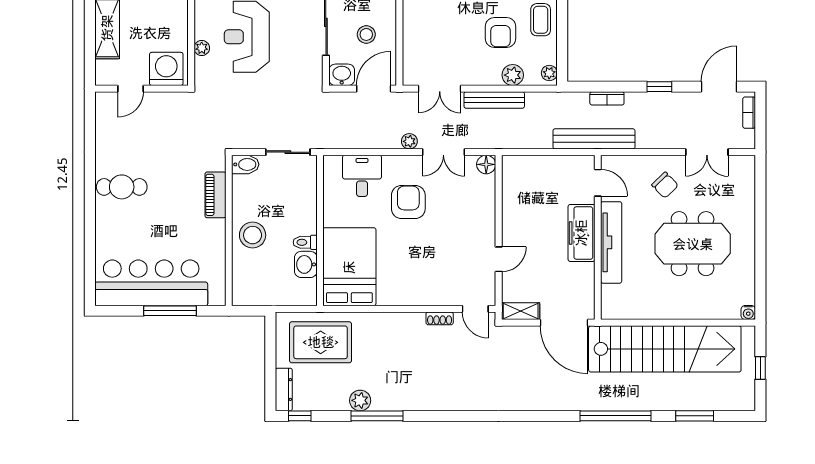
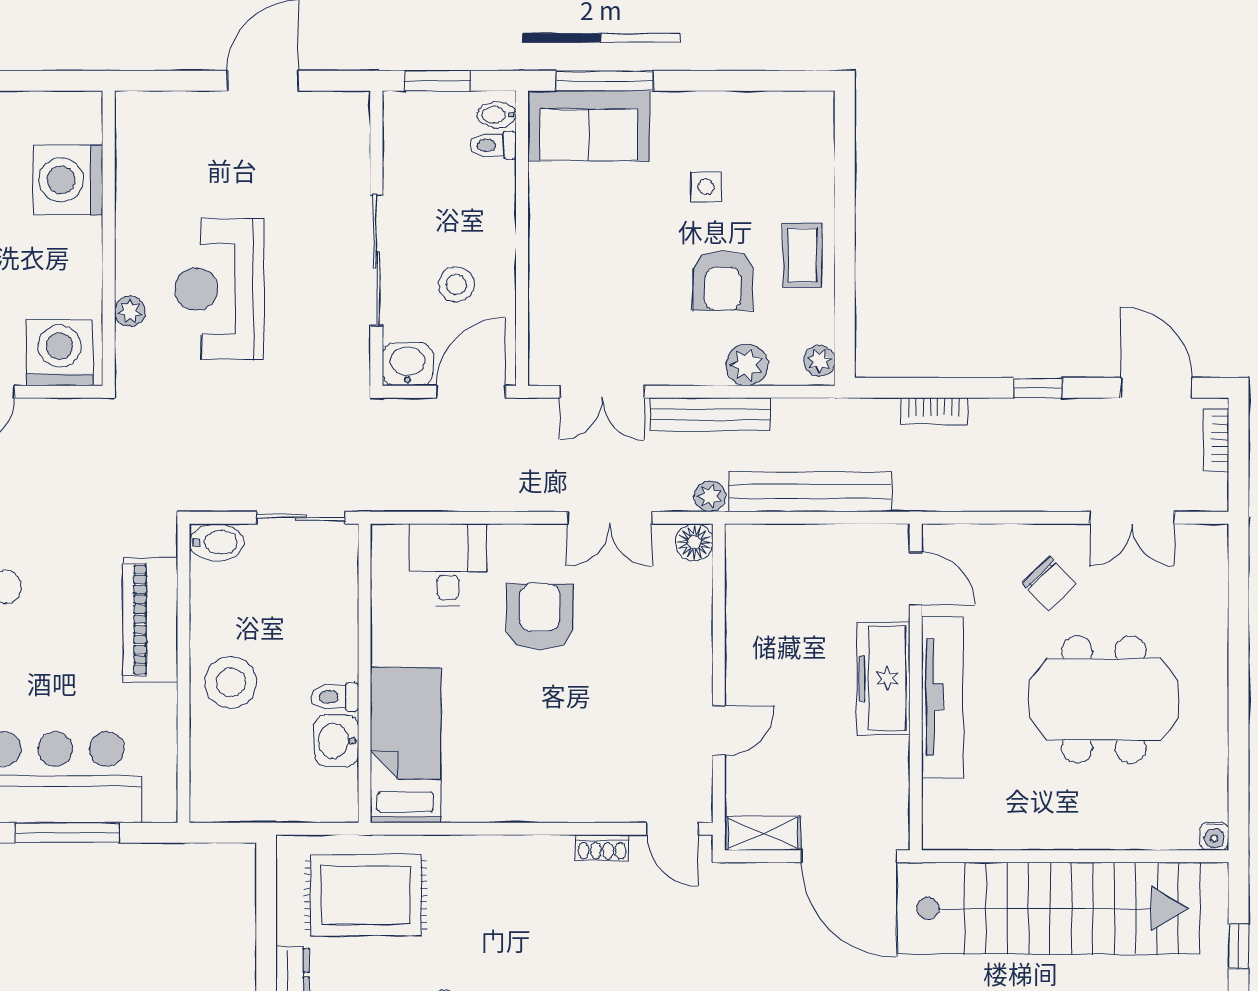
door: (719, 87) -> (1156, 388), hinge flipped
bench: (594, 139) -> (810, 492), moved
plant: (409, 141) -> (710, 496), moved
piano: (215, 195) -> (150, 619), width x1.37, depth x1.33
bed: (349, 267) -> (405, 745), width x0.67

